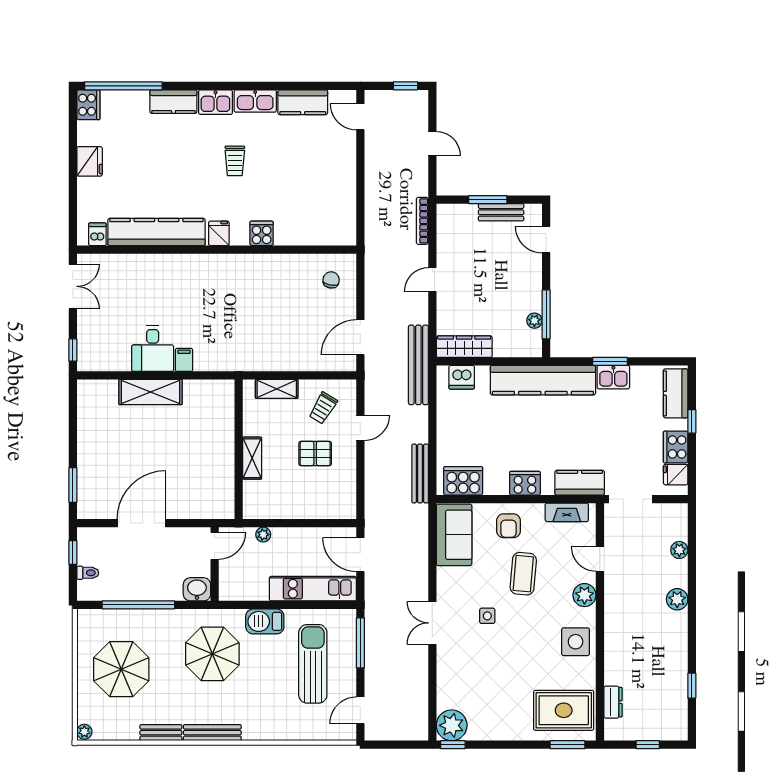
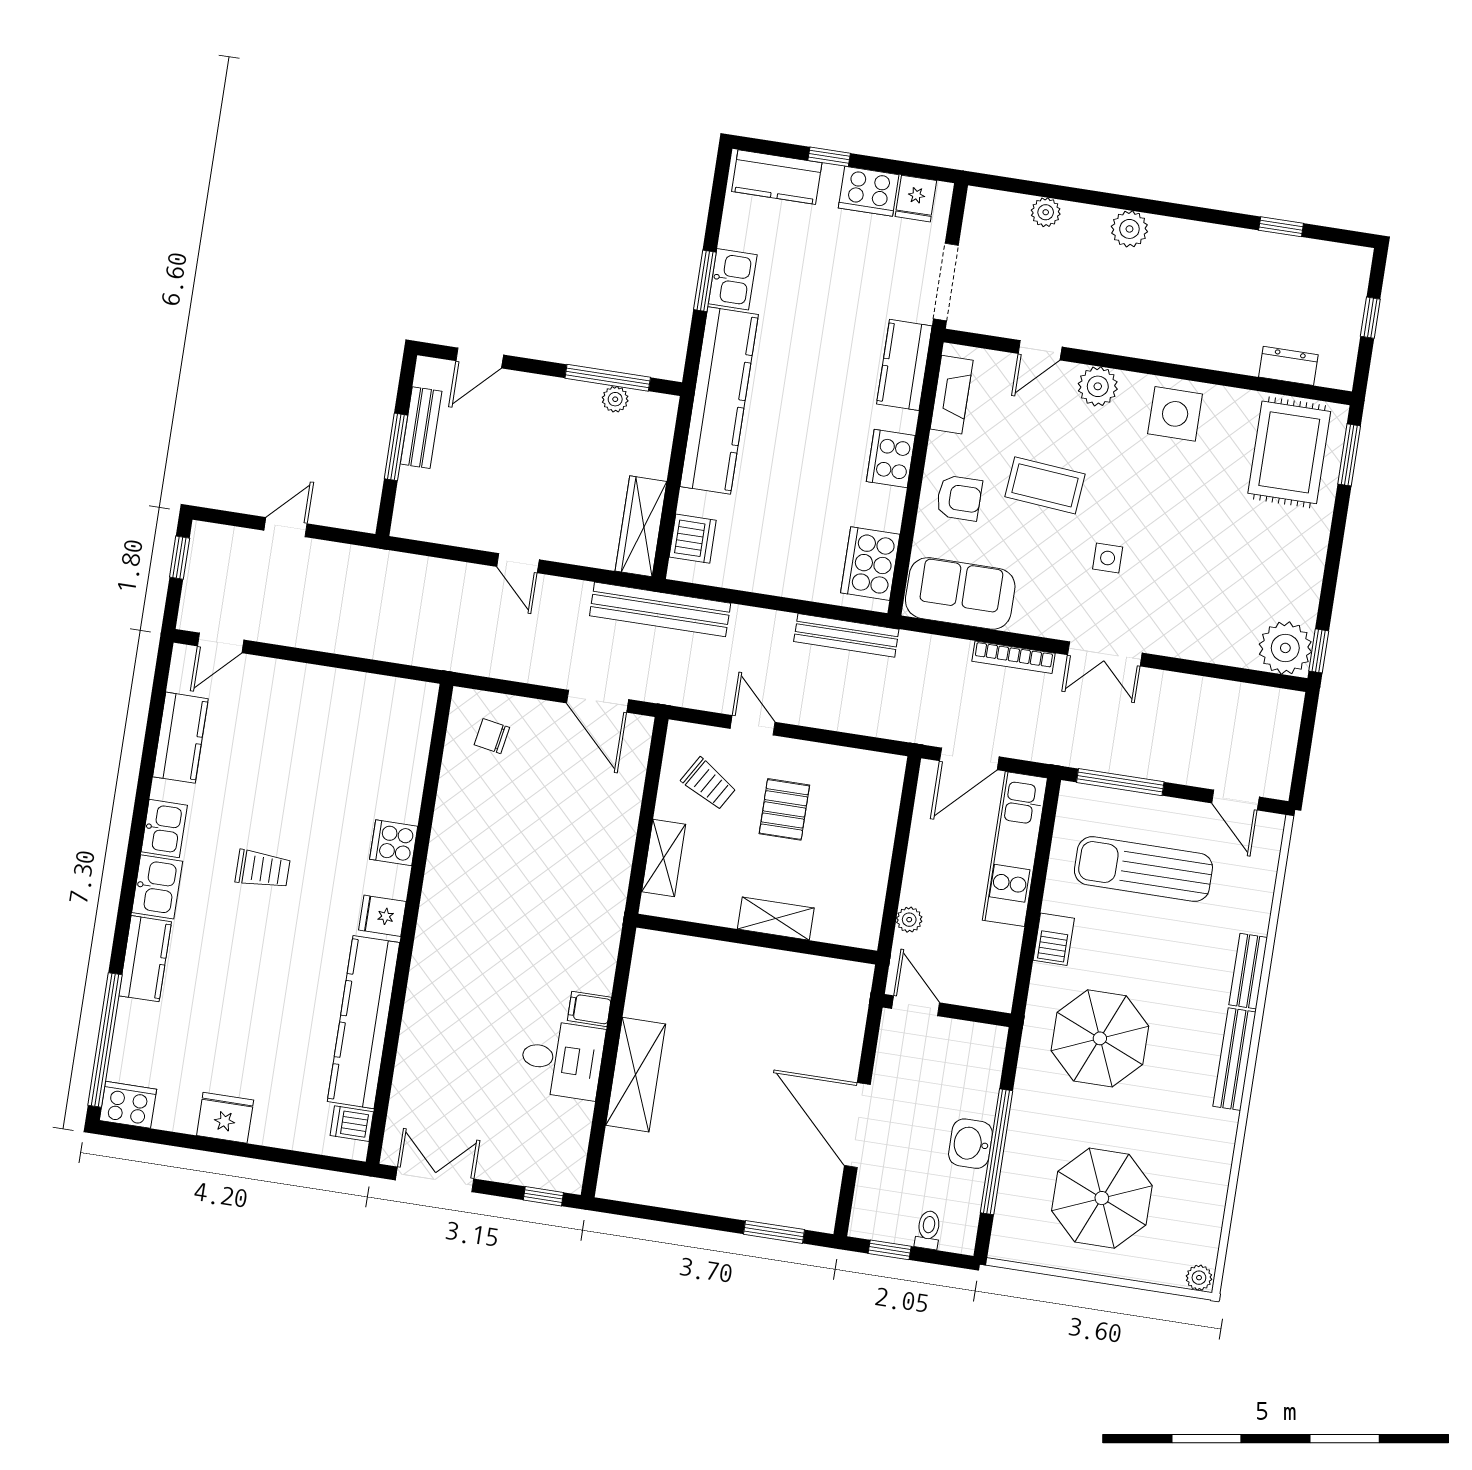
kitchen sink: (255, 101) -> (164, 829), width x0.73
bookcase: (422, 221) -> (1014, 657), moved
washbasin: (197, 589) -> (970, 1144), moved
barbecue: (265, 621) -> (1054, 939), width x0.73, depth x0.79
bench: (161, 733) -> (1248, 971), moved

